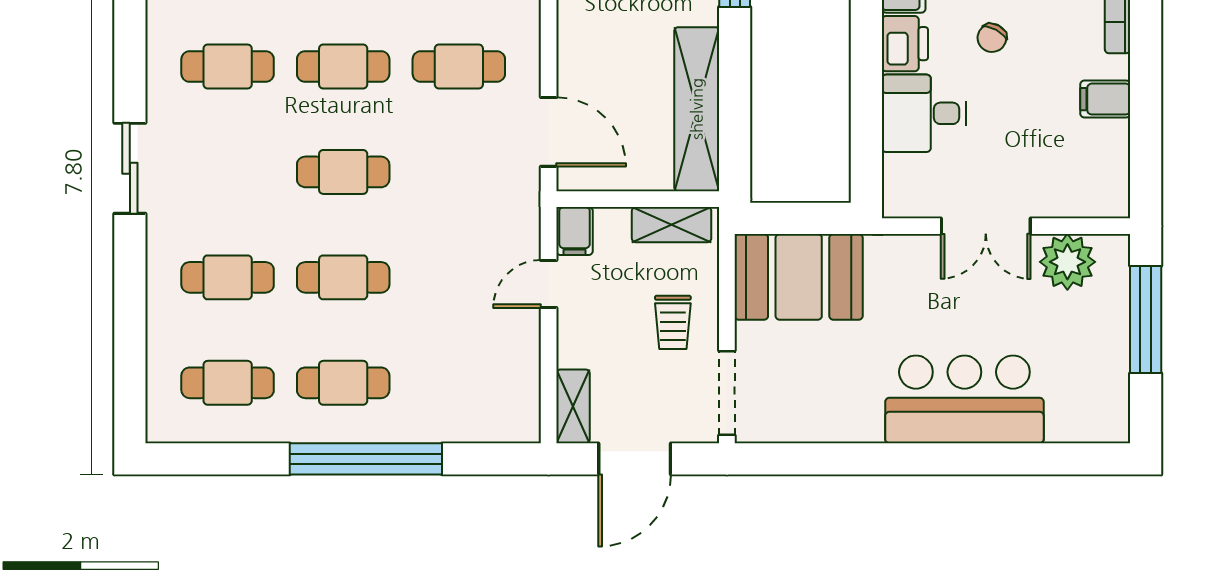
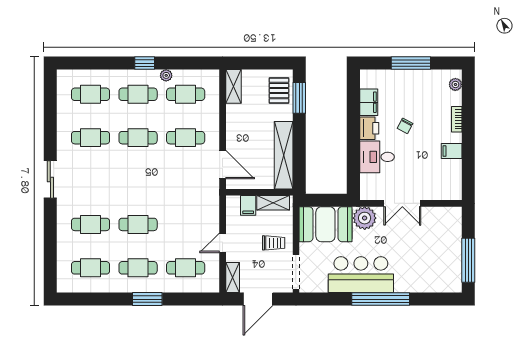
cafe table: (343, 172) -> (186, 268), moved
filing cabinet: (575, 231) -> (248, 205), moved
plant: (1067, 262) -> (365, 218), moved
door: (549, 284) -> (223, 243), moved
window: (1146, 319) -> (468, 260), moved
trolley: (673, 322) -> (274, 243), turned -90
bar counter: (964, 399) -> (361, 275), moved
window: (366, 459) -> (147, 299), width x0.47
window: (933, 459) -> (381, 299), added

